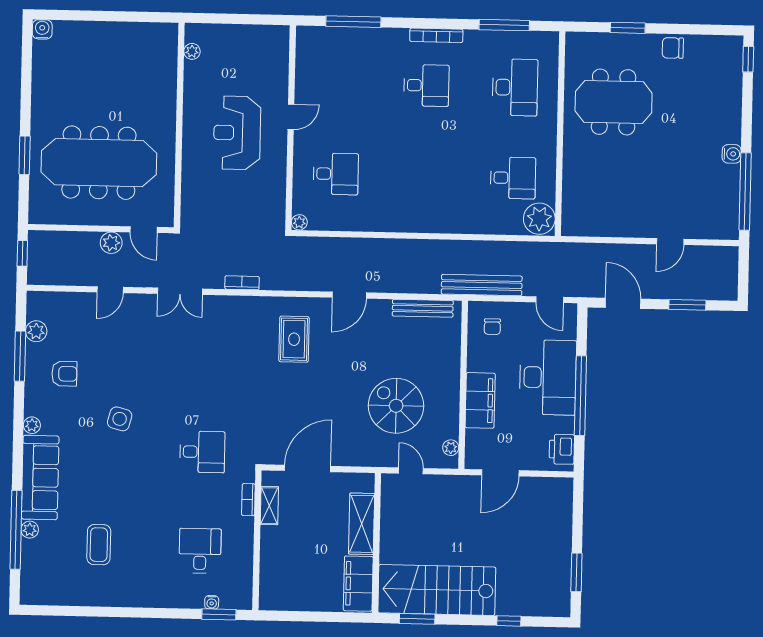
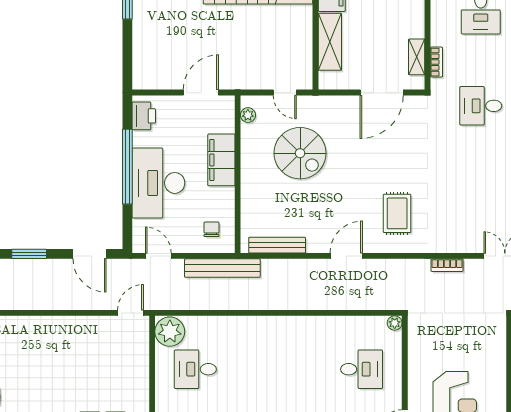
desk: (336, 174) -> (362, 369), turned 180
door: (670, 242) -> (131, 313), moved

